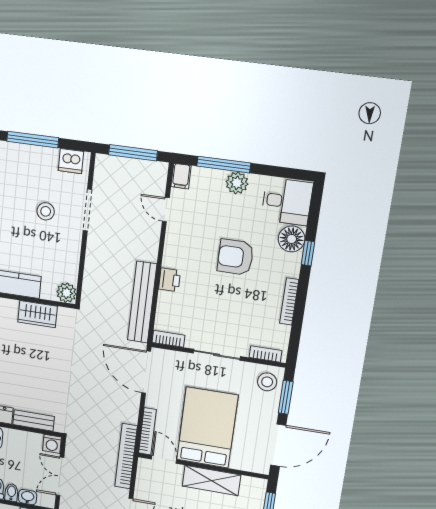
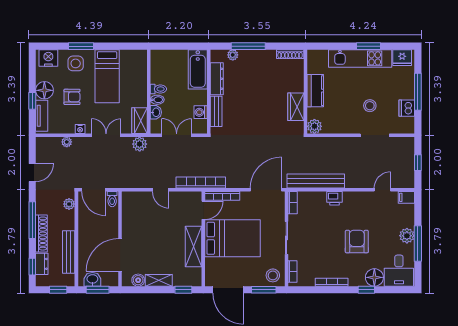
window: (133, 153) -> (418, 163), width x0.46
dishwasher: (71, 161) -> (407, 108), moved
window: (224, 165) -> (418, 243), moved
washing machine: (52, 444) -> (201, 112), moved

